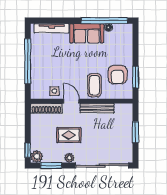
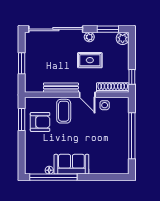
tv unit: (52, 28) -> (107, 169), removed
armchair: (117, 75) -> (40, 122), turned 90
window: (28, 150) -> (132, 77), moved

